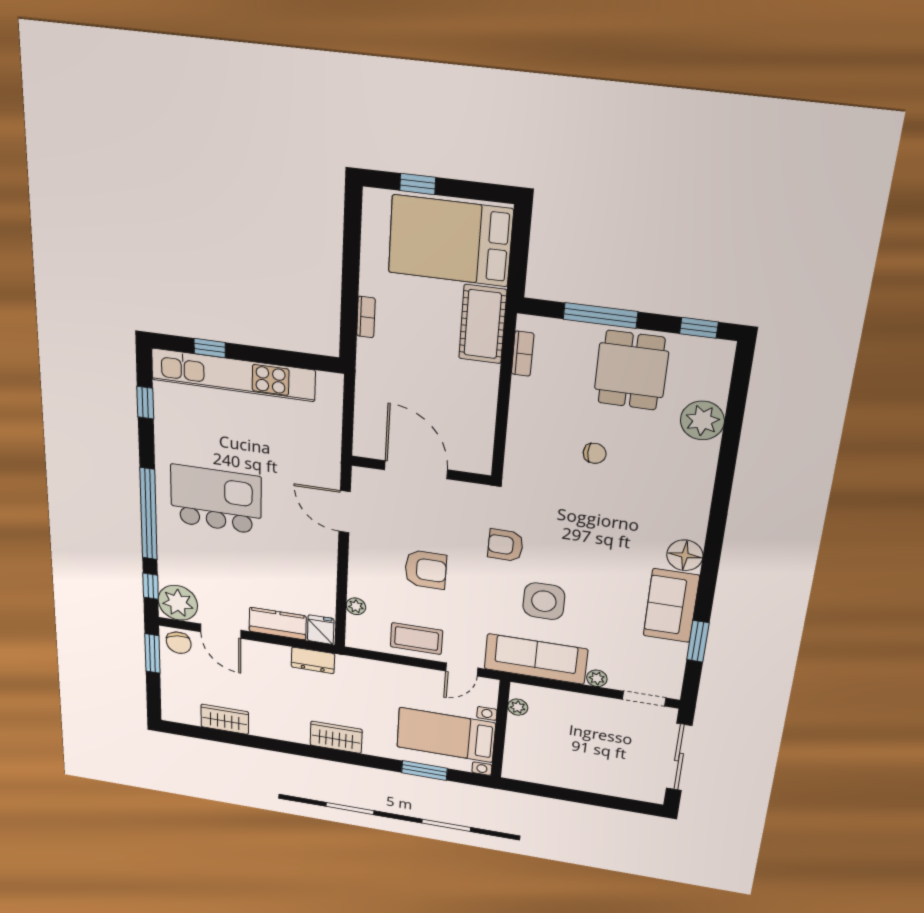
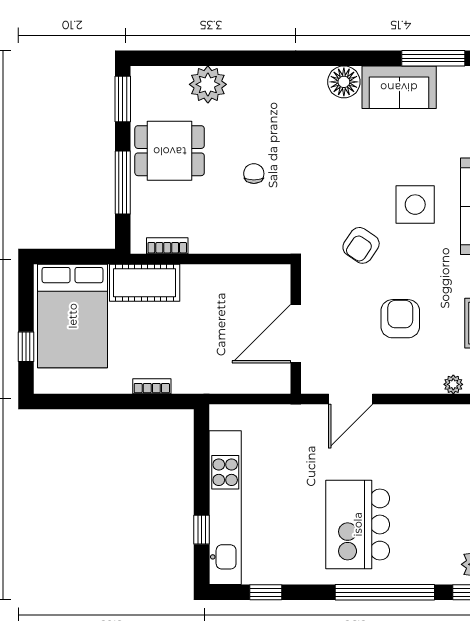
window: (699, 328) -> (123, 99), width x1.50
armchair: (505, 545) -> (361, 245), turned 33
window: (698, 641) -> (433, 58), width x1.44

